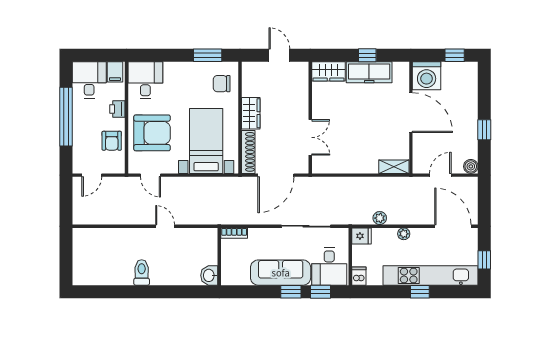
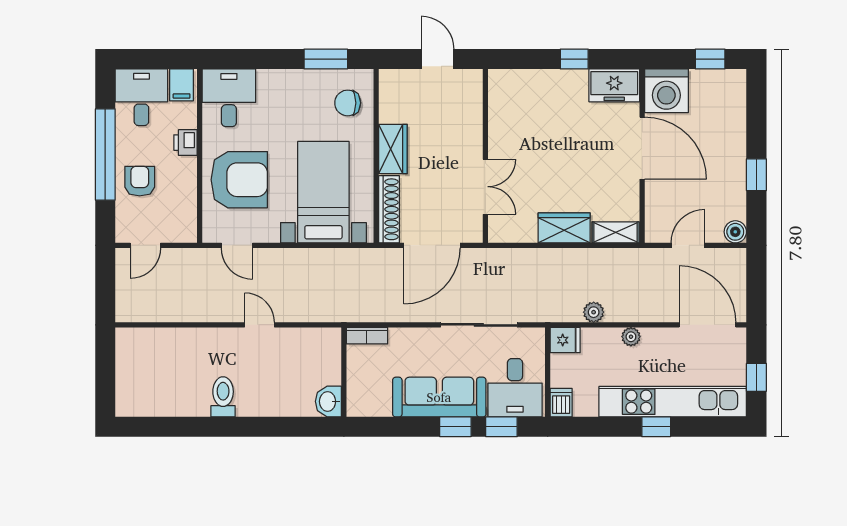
wardrobe: (329, 71) -> (564, 228), moved, turned 180
freezer: (369, 72) -> (614, 85), moved, width x0.71
armchair: (112, 141) -> (140, 181), moved, turned 180

